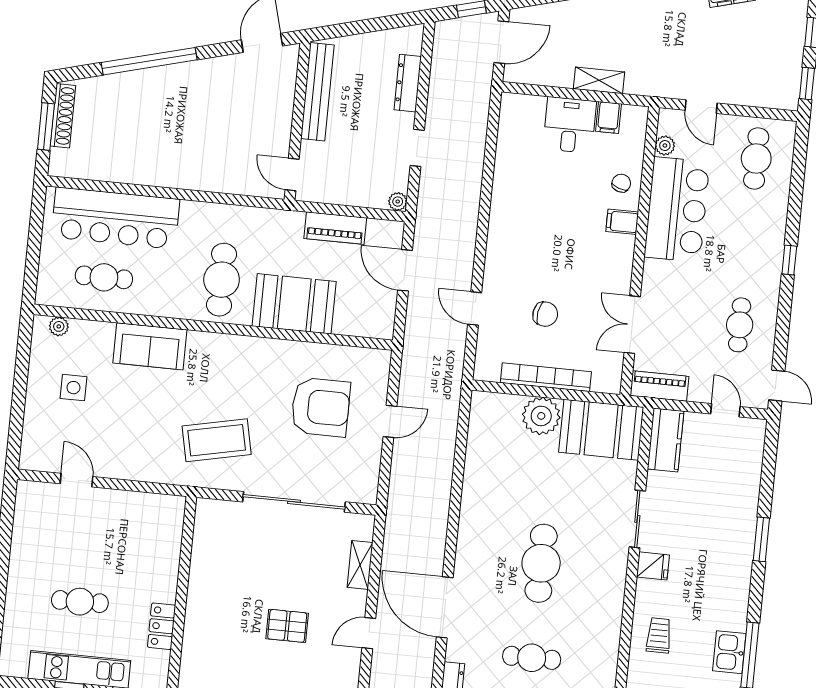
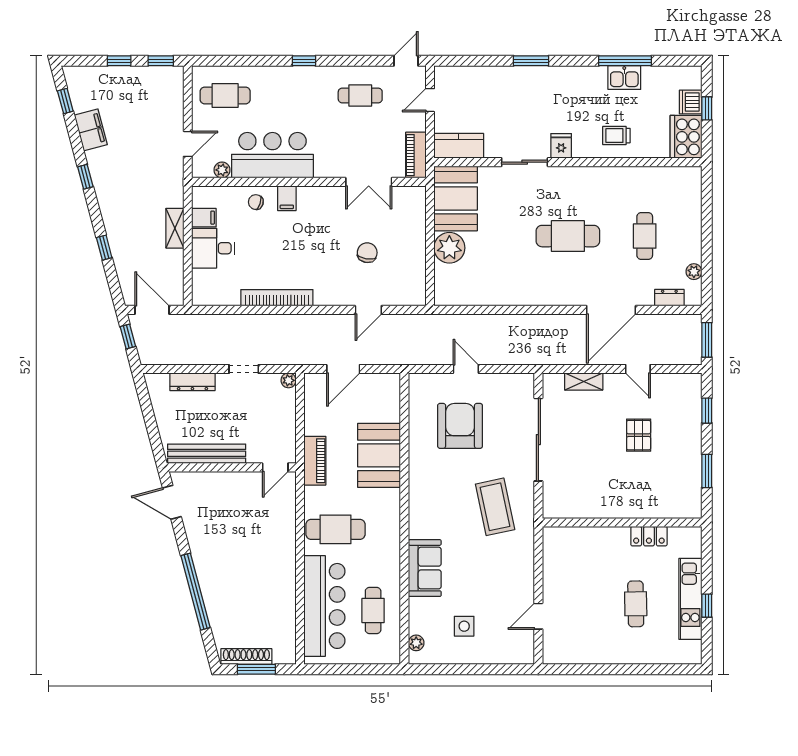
piano: (335, 228) -> (315, 461), moved
cafe table: (222, 280) -> (336, 529), moved
bookcase: (546, 377) -> (277, 298), moved, turned 90

